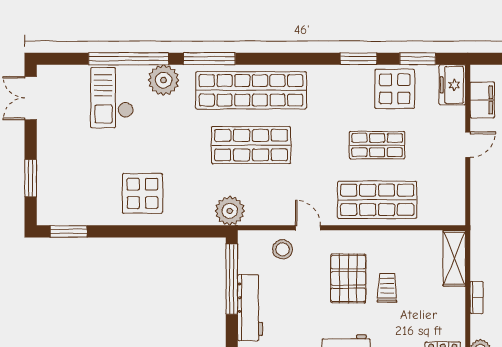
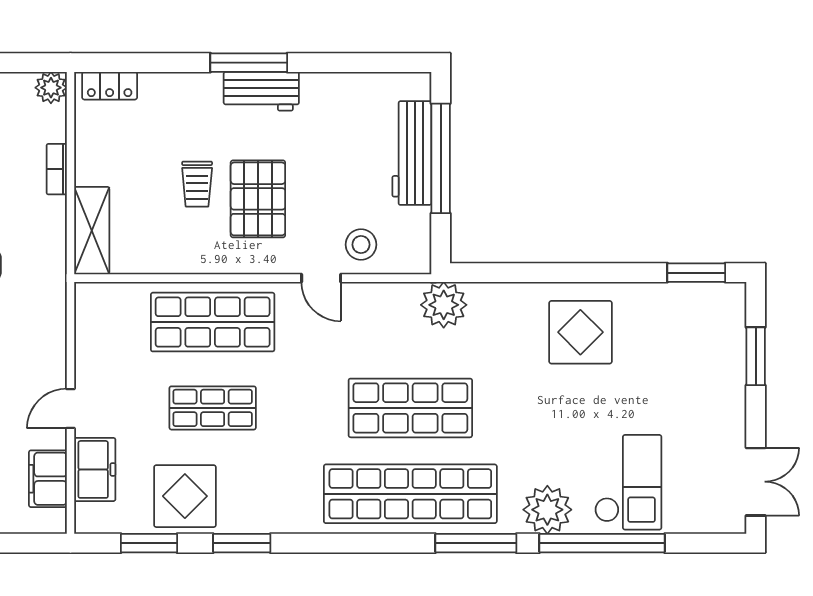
freezer: (452, 85) -> (95, 469), moved
window: (232, 279) -> (441, 158), moved

